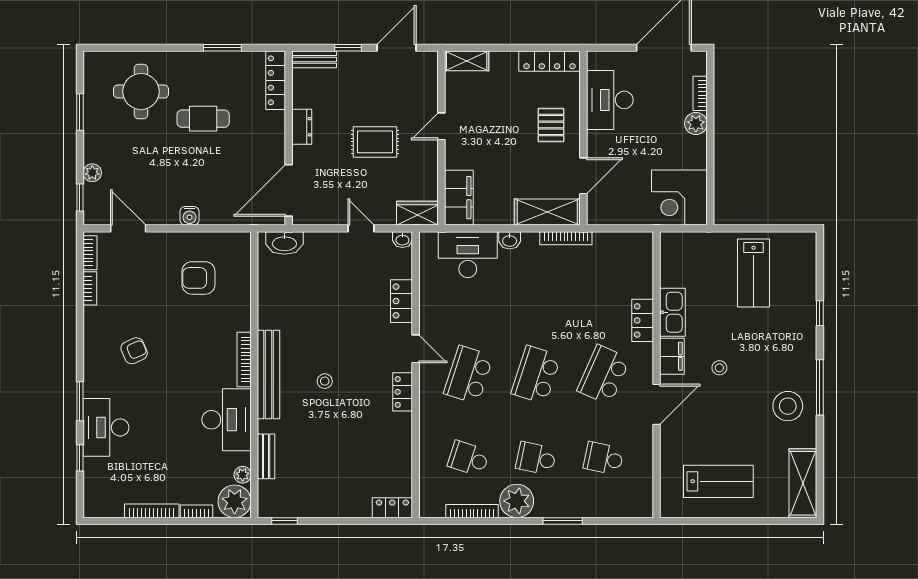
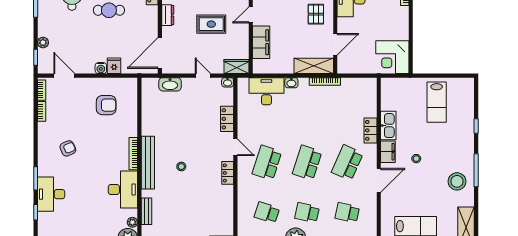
plant: (696, 124) -> (402, 13), removed
filing cabinet: (459, 198) -> (261, 42), moved
fridge: (212, 212) -> (114, 66), added
washbasin: (284, 243) -> (170, 84), moved
armchair: (198, 278) -> (106, 105), turned 180

